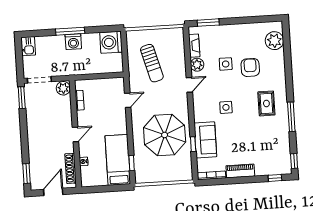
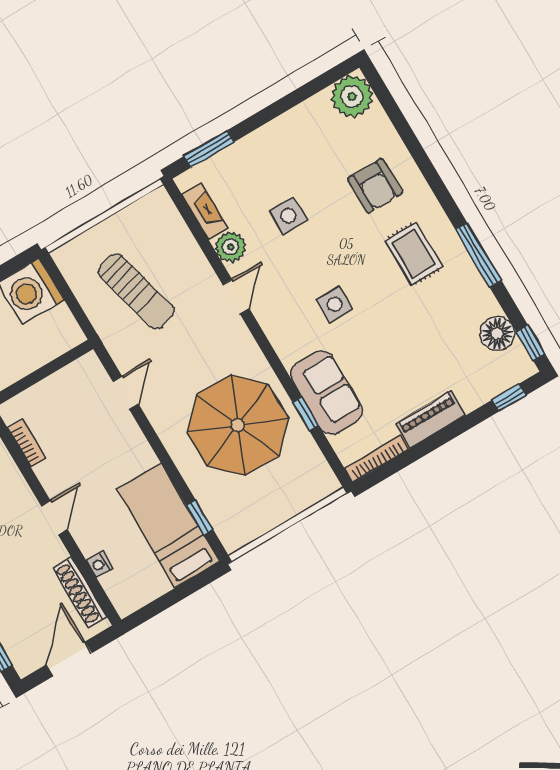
plant: (274, 41) -> (352, 96), moved
armchair: (250, 67) -> (375, 186), moved, turned 180
floor lamp: (283, 151) -> (497, 334), added

